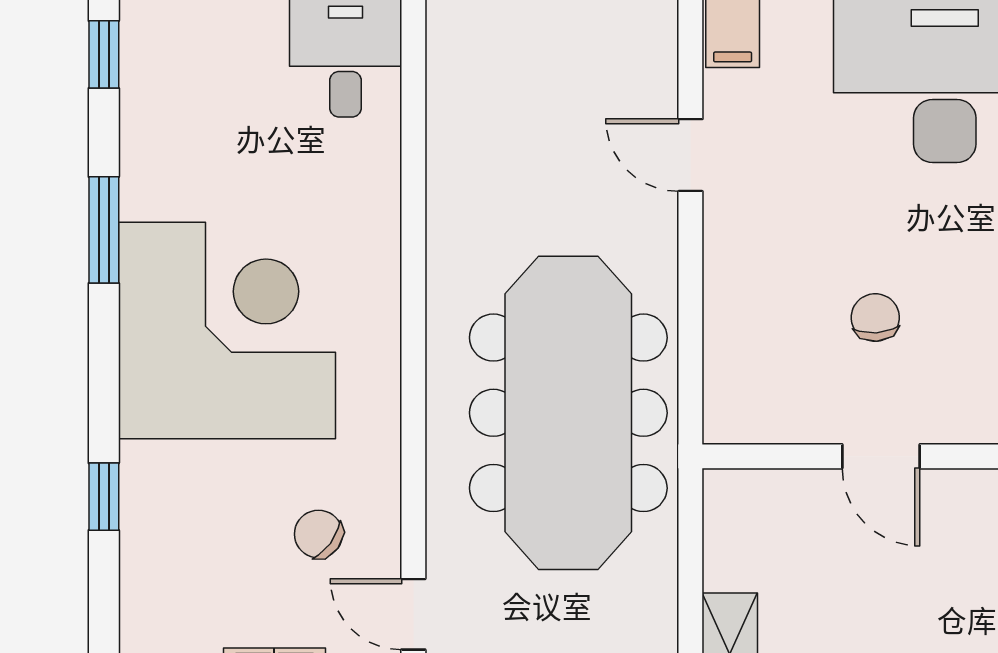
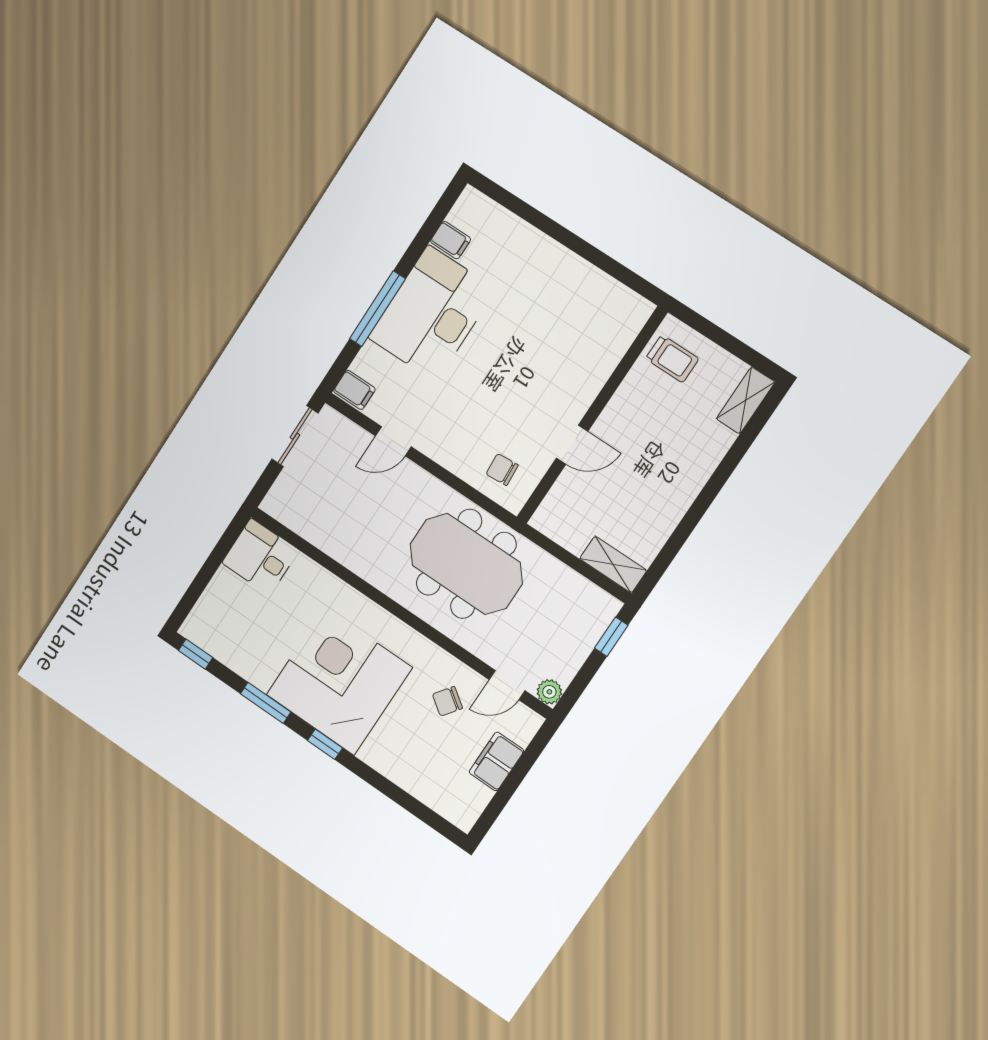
chair: (875, 318) -> (502, 470), moved
meeting table: (568, 413) -> (466, 564), width x0.73
window: (104, 497) -> (325, 744), moved

